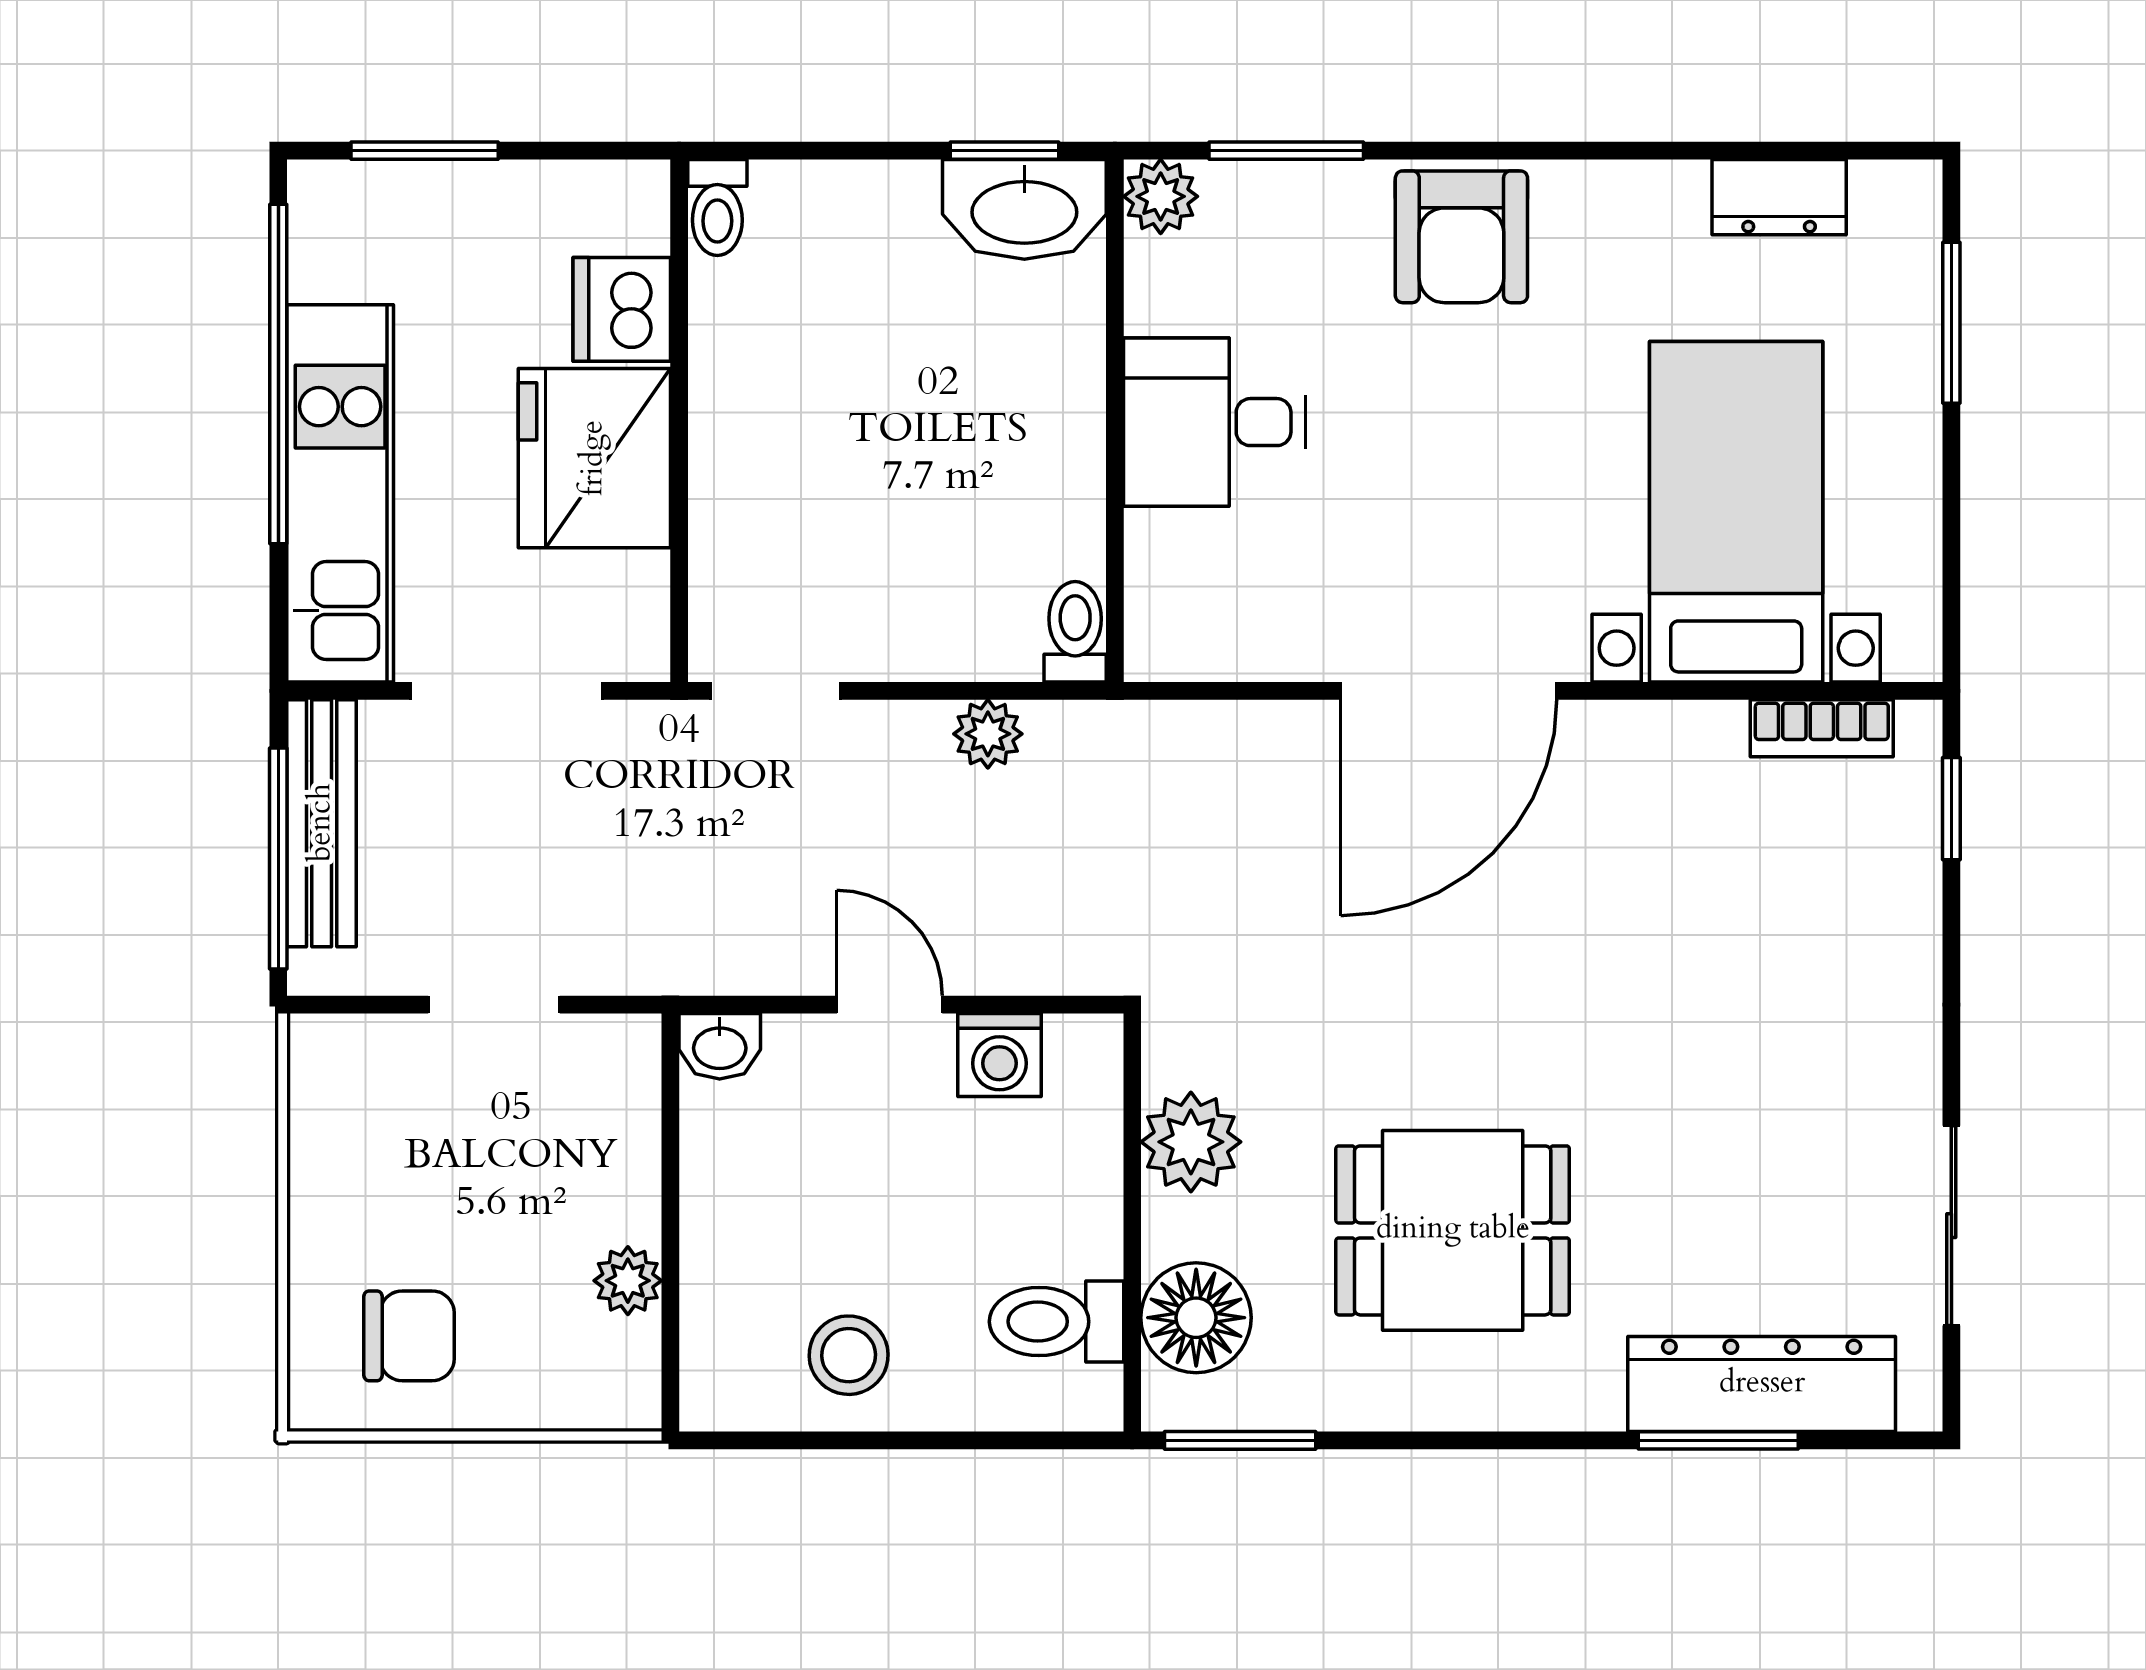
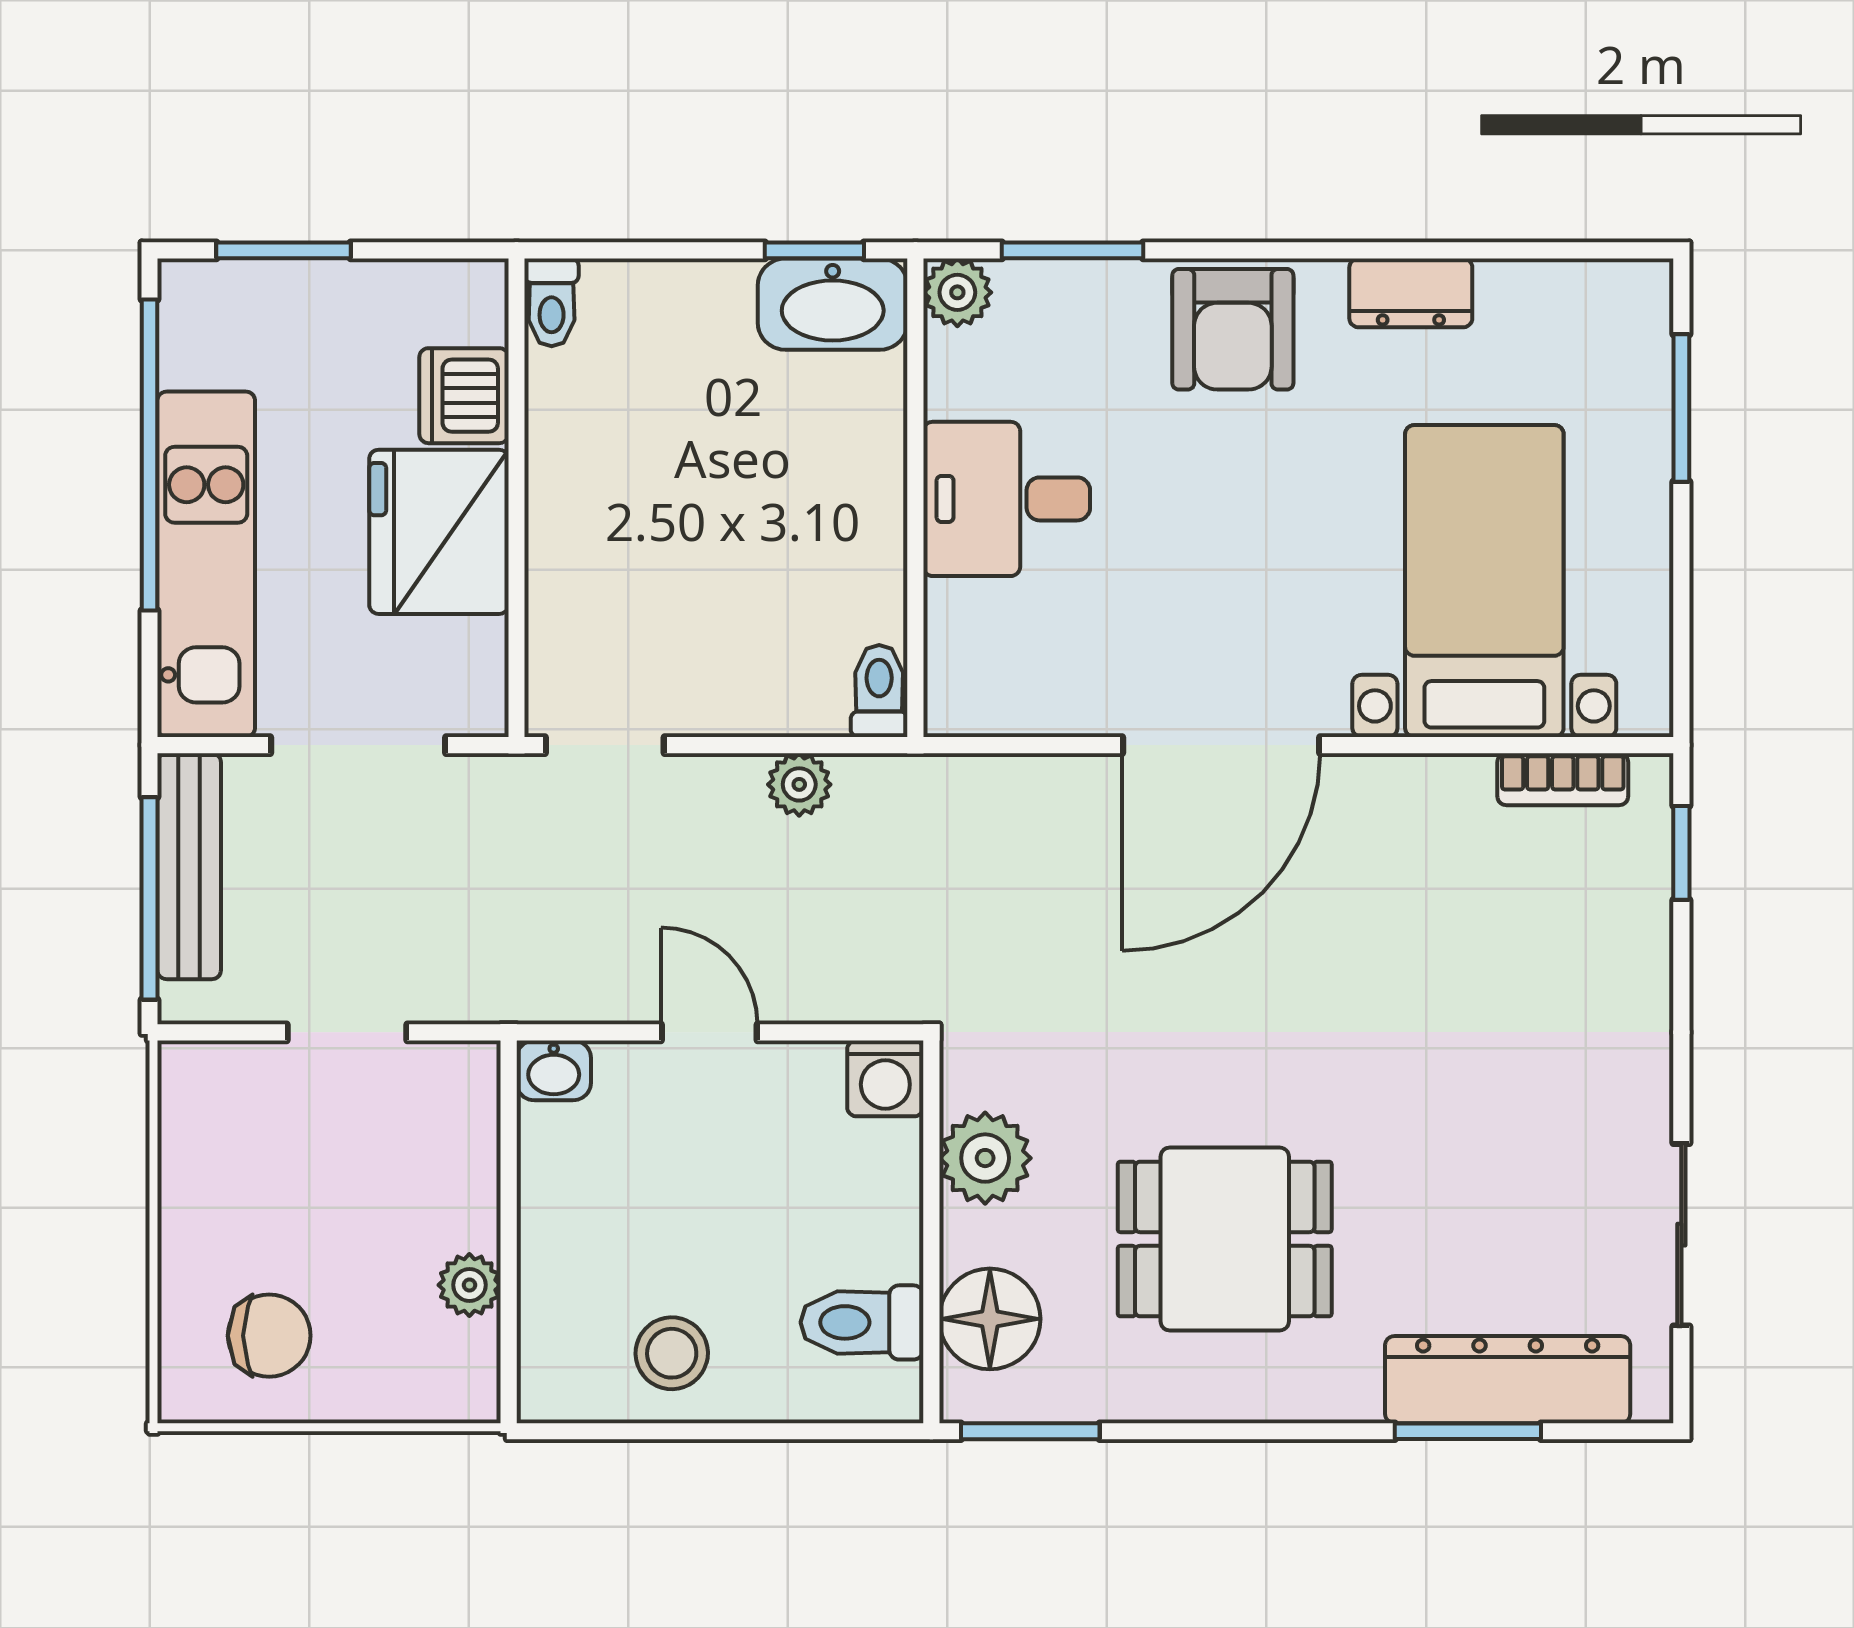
dresser: (1779, 197) -> (1411, 293), moved
washing machine: (1000, 1055) -> (885, 1078), moved

